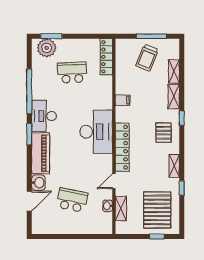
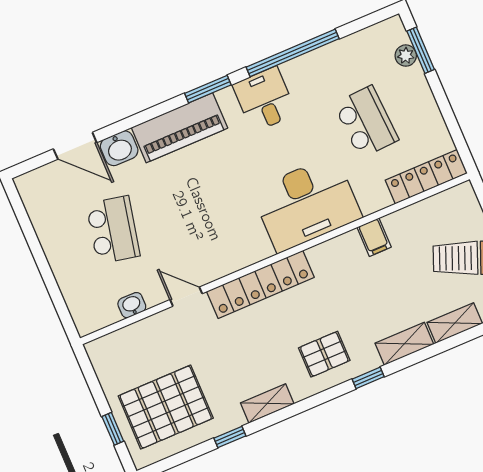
plant: (47, 48) -> (406, 56), width x0.53, depth x0.53
filing cabinet: (123, 100) -> (374, 237), moved
desk: (44, 116) -> (265, 99), width x0.73
desk: (96, 132) -> (307, 204), moved
shelving: (121, 209) -> (138, 334), removed

